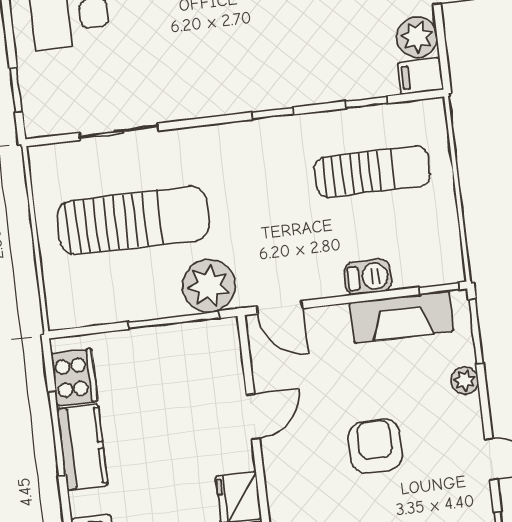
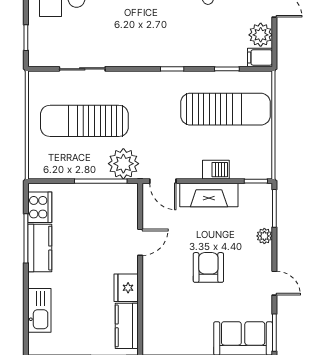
sun lounger: (372, 172) -> (226, 109), width x1.36, depth x1.34
sun lounger: (133, 220) -> (84, 121), turned 180
fireplace: (401, 317) -> (209, 195), moved

